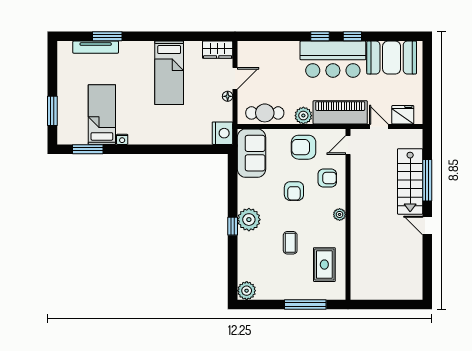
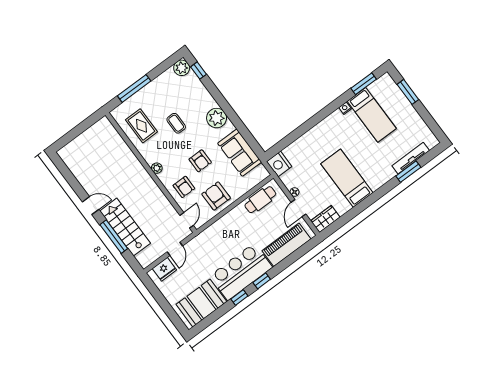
piano: (340, 112) -> (286, 245), moved, turned 180
plant: (303, 116) -> (232, 218), removed
door: (379, 126) -> (175, 249), hinge flipped
armchair: (304, 147) -> (216, 196), turned -90
sofa: (251, 153) -> (240, 153), moved
armchair: (327, 178) -> (184, 187), turned -90
armchair: (294, 191) -> (200, 161), turned 180
window: (233, 226) -> (199, 71), moved

